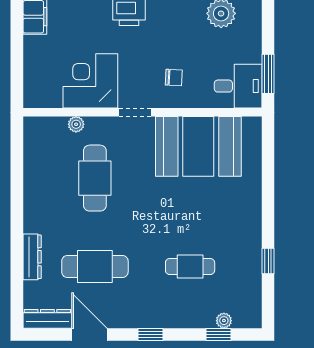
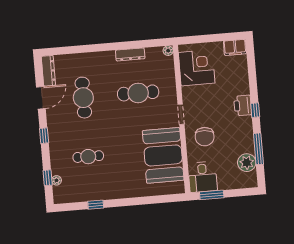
chair: (174, 77) -> (205, 137), width x1.87, depth x1.87
corner desk: (90, 81) -> (197, 68), moved
plant: (76, 124) -> (168, 51), moved
dresser: (32, 257) -> (130, 54), moved
cafe table: (190, 267) -> (88, 157), turned 90

